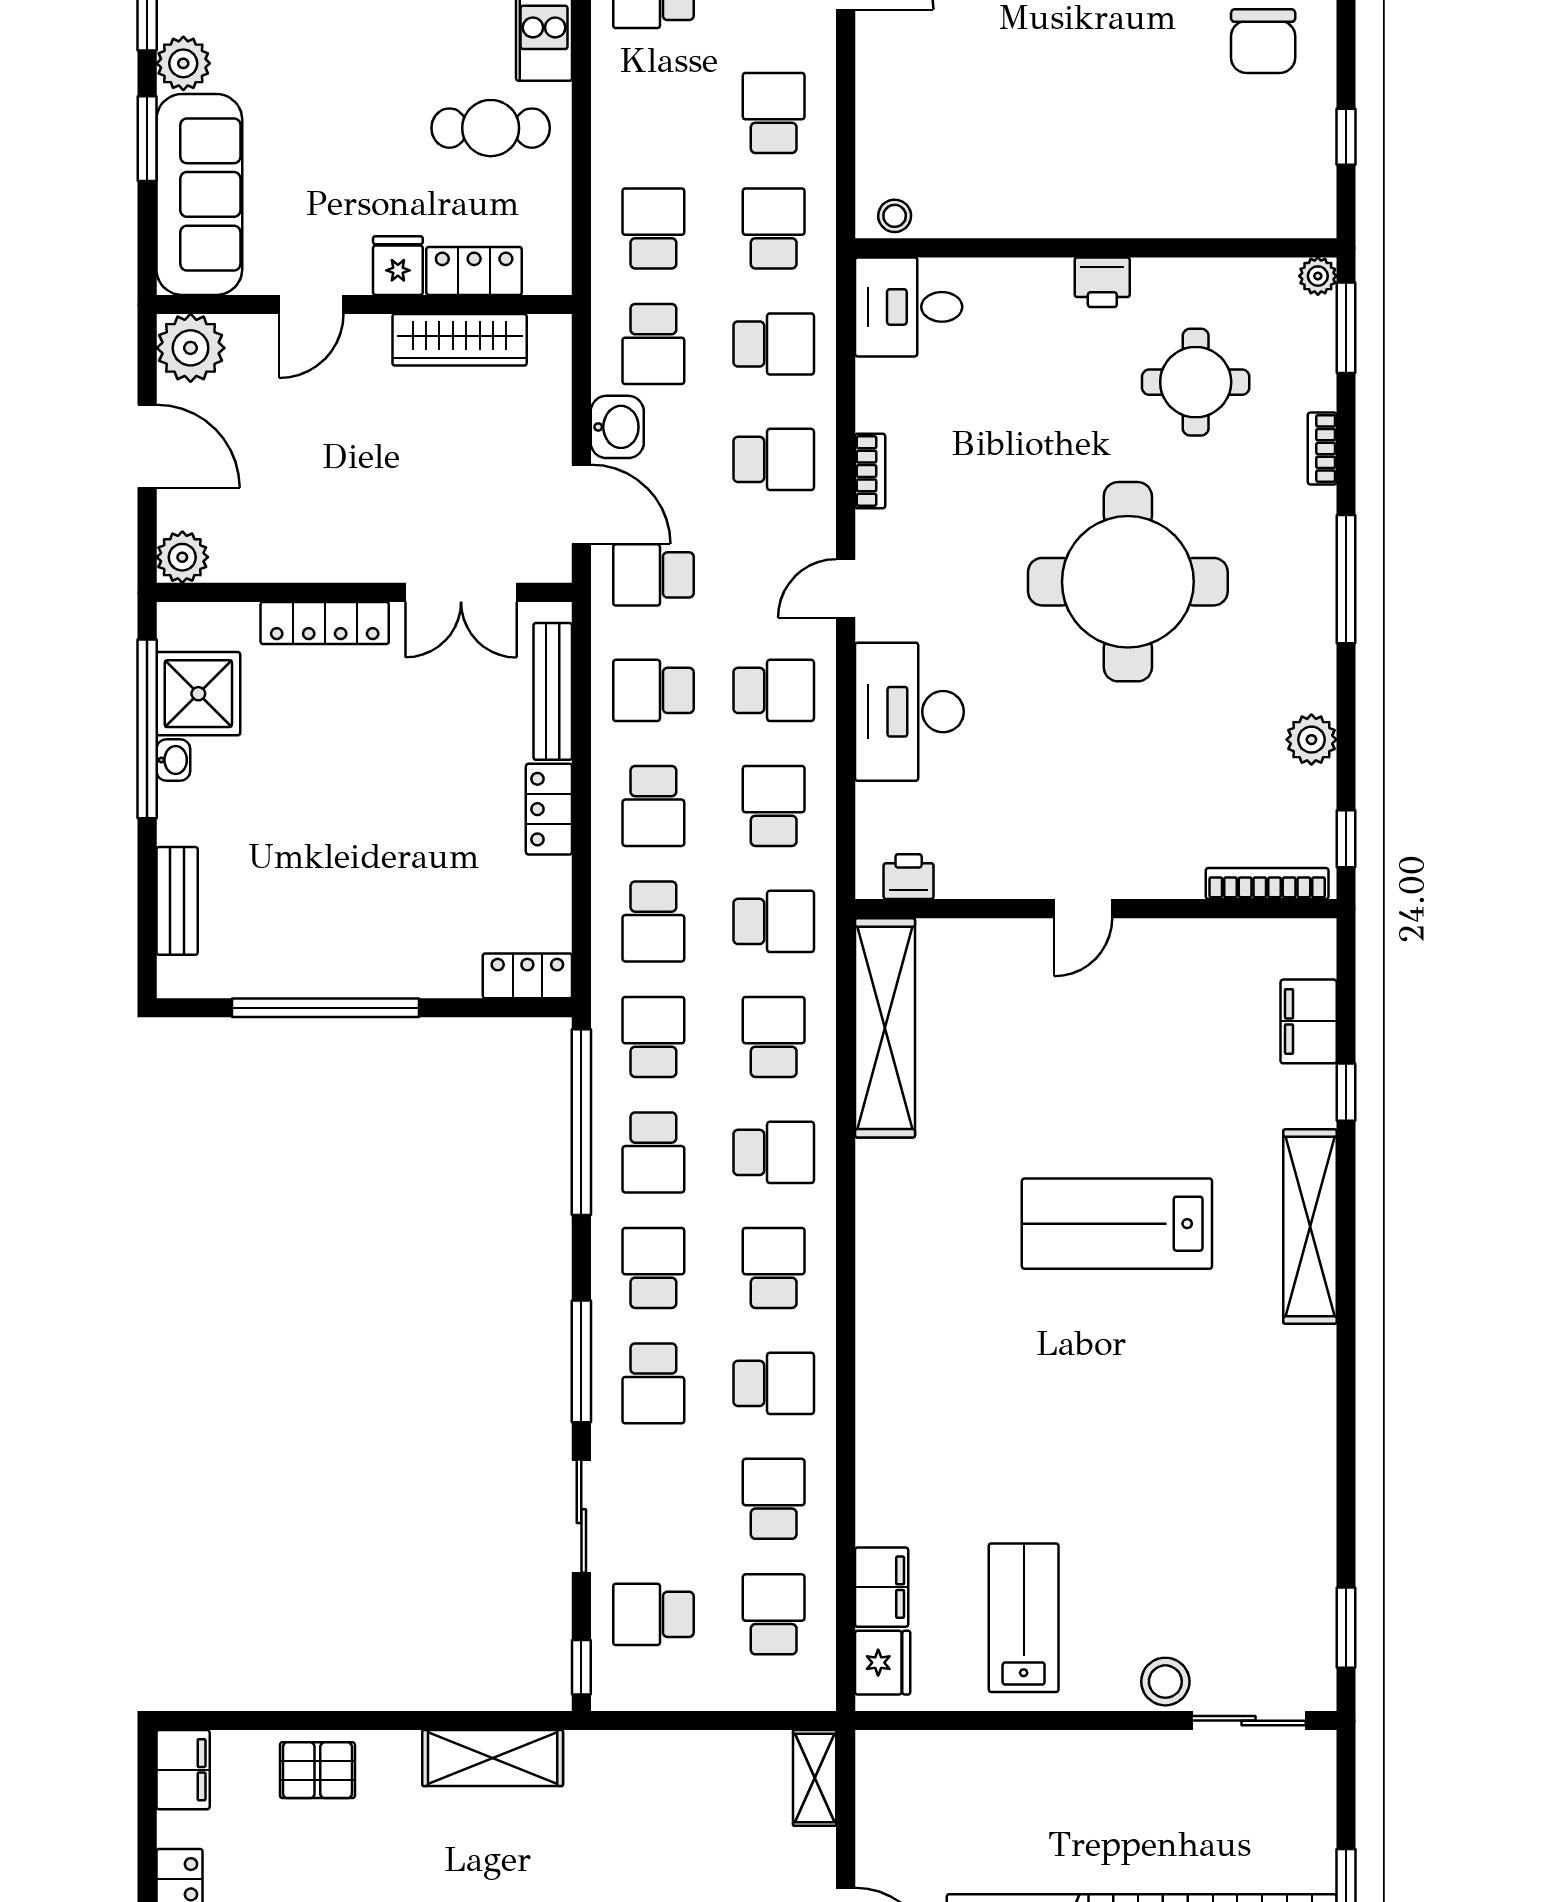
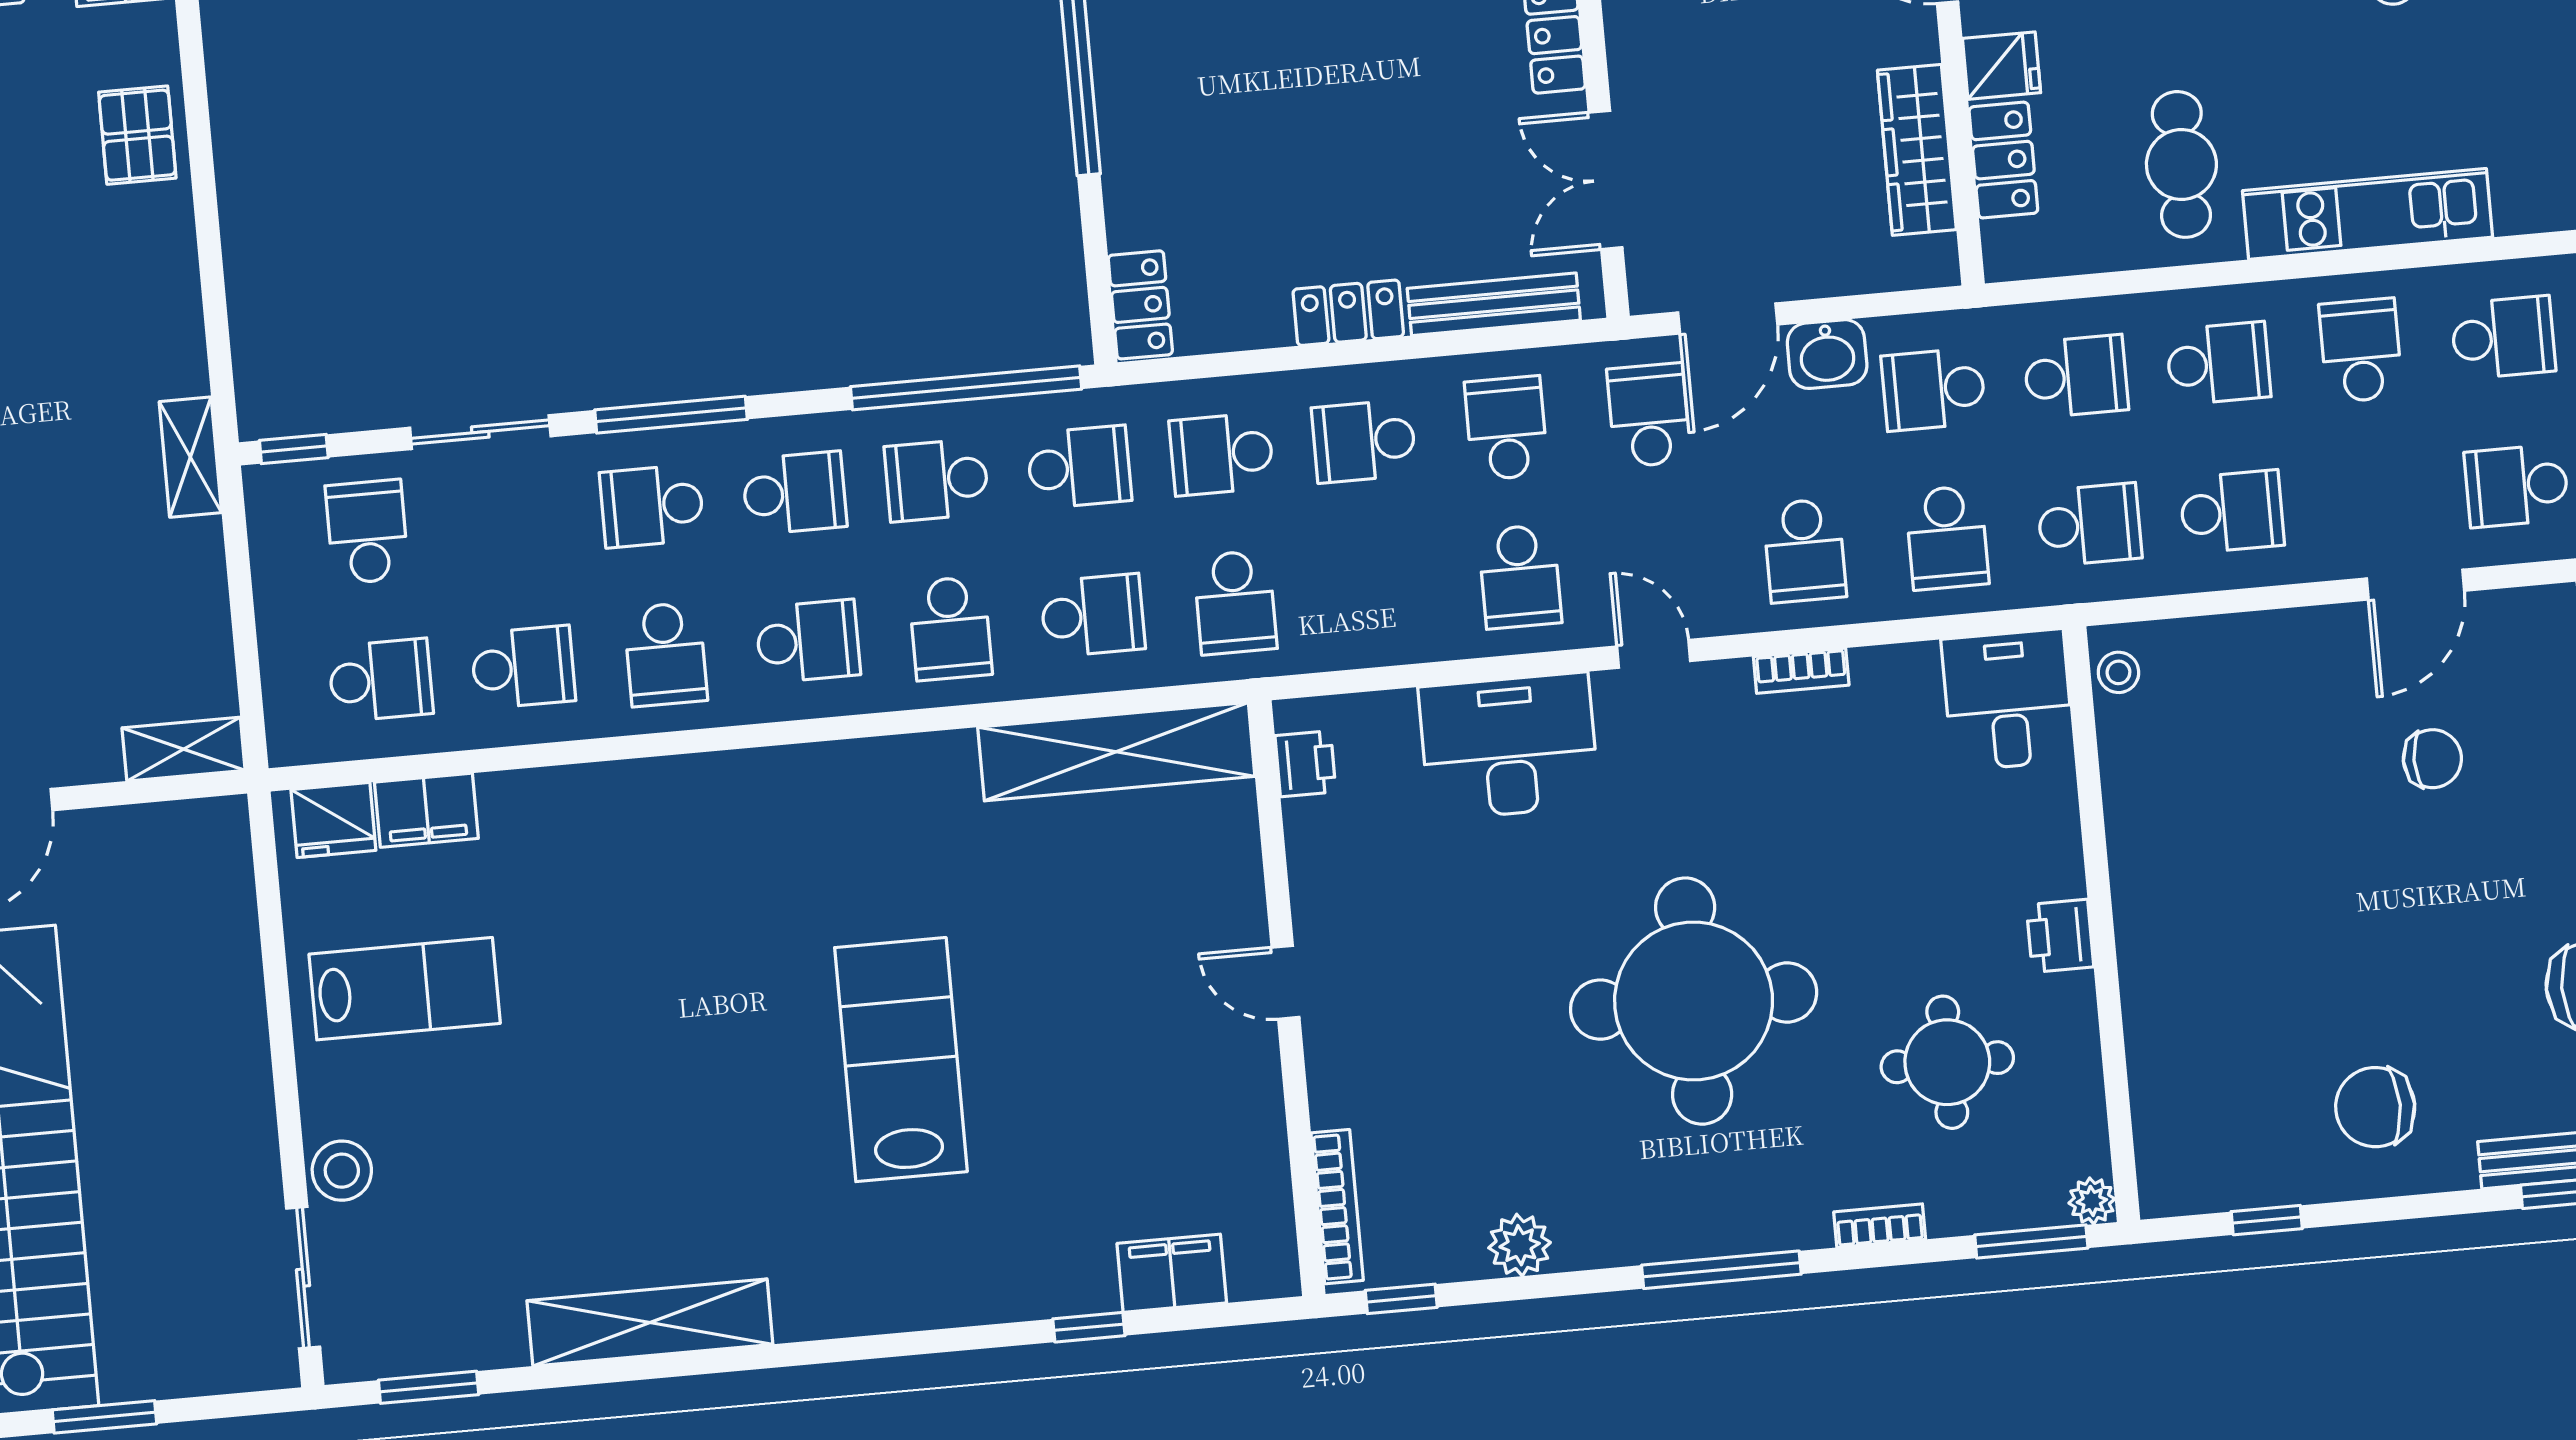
school desk: (774, 806) -> (2218, 363), moved
shelving: (1310, 1227) -> (650, 1322), moved
shelving: (493, 1758) -> (190, 457), moved, width x0.67, depth x0.75

